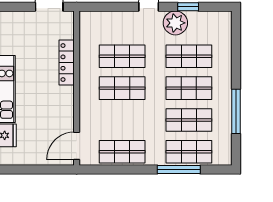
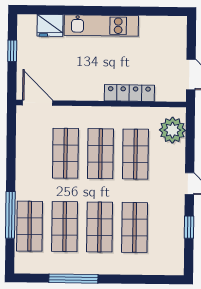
plant: (175, 23) -> (172, 130), moved
shop shelf: (122, 152) -> (65, 153), moved
window: (30, 169) -> (12, 51), added

